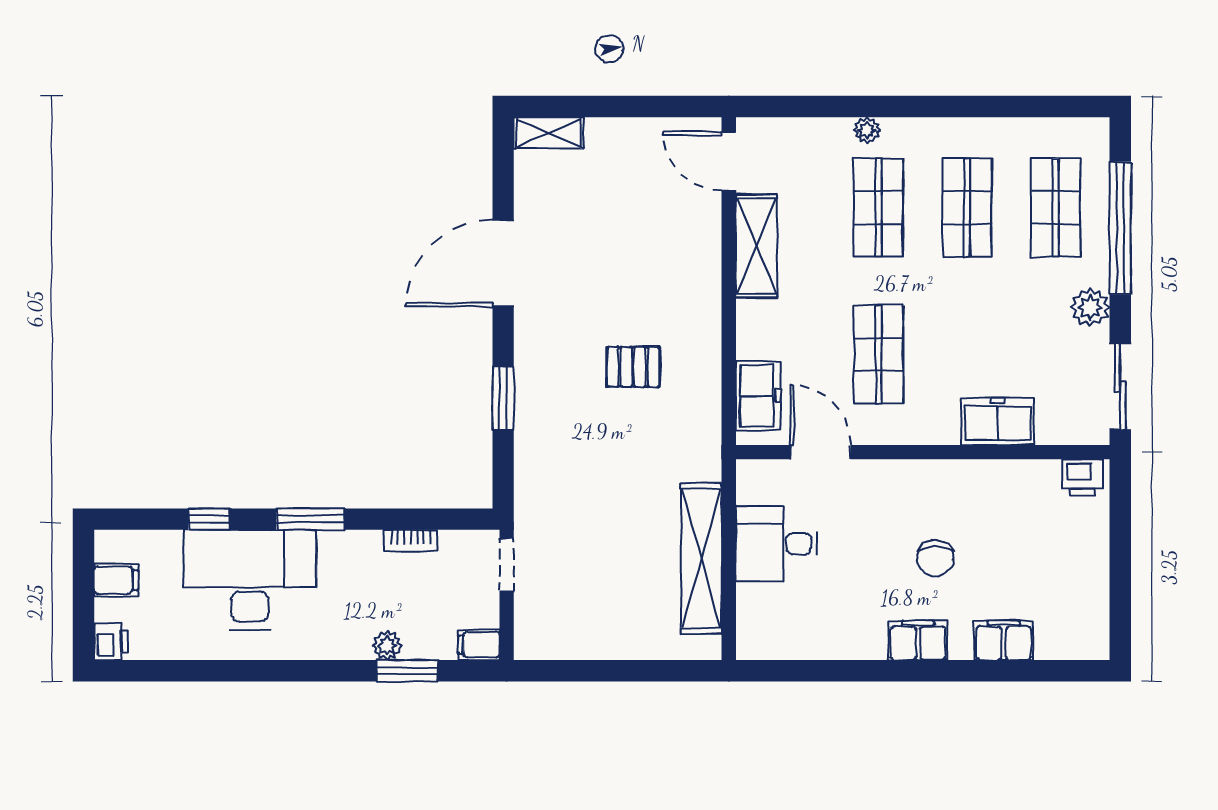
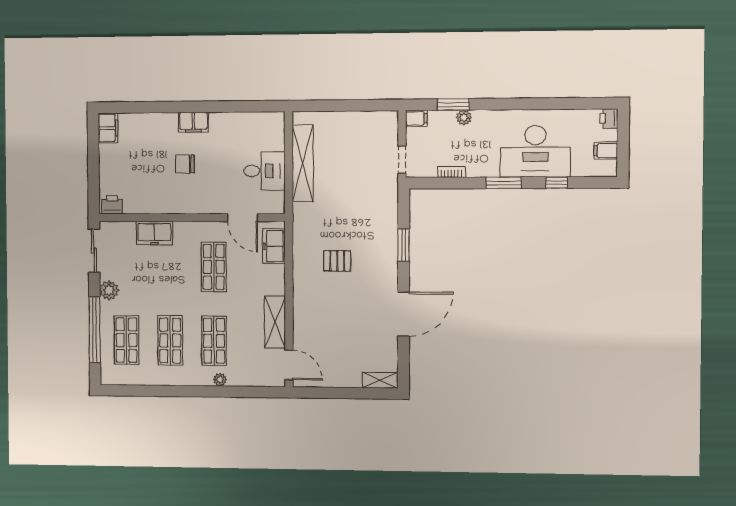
chair: (935, 558) -> (185, 164), turned -90
filing cabinet: (1004, 640) -> (108, 128), moved, turned -90

